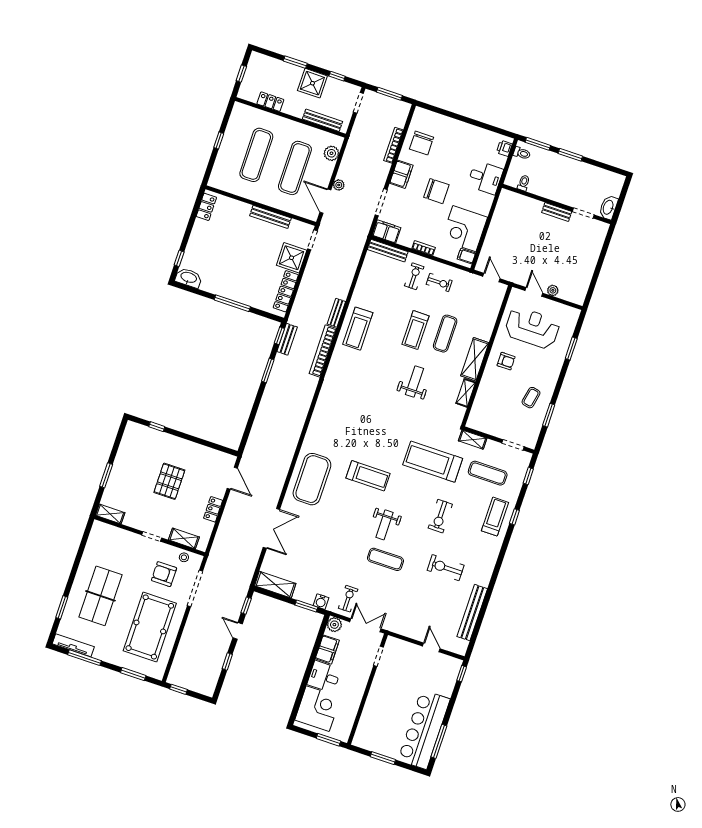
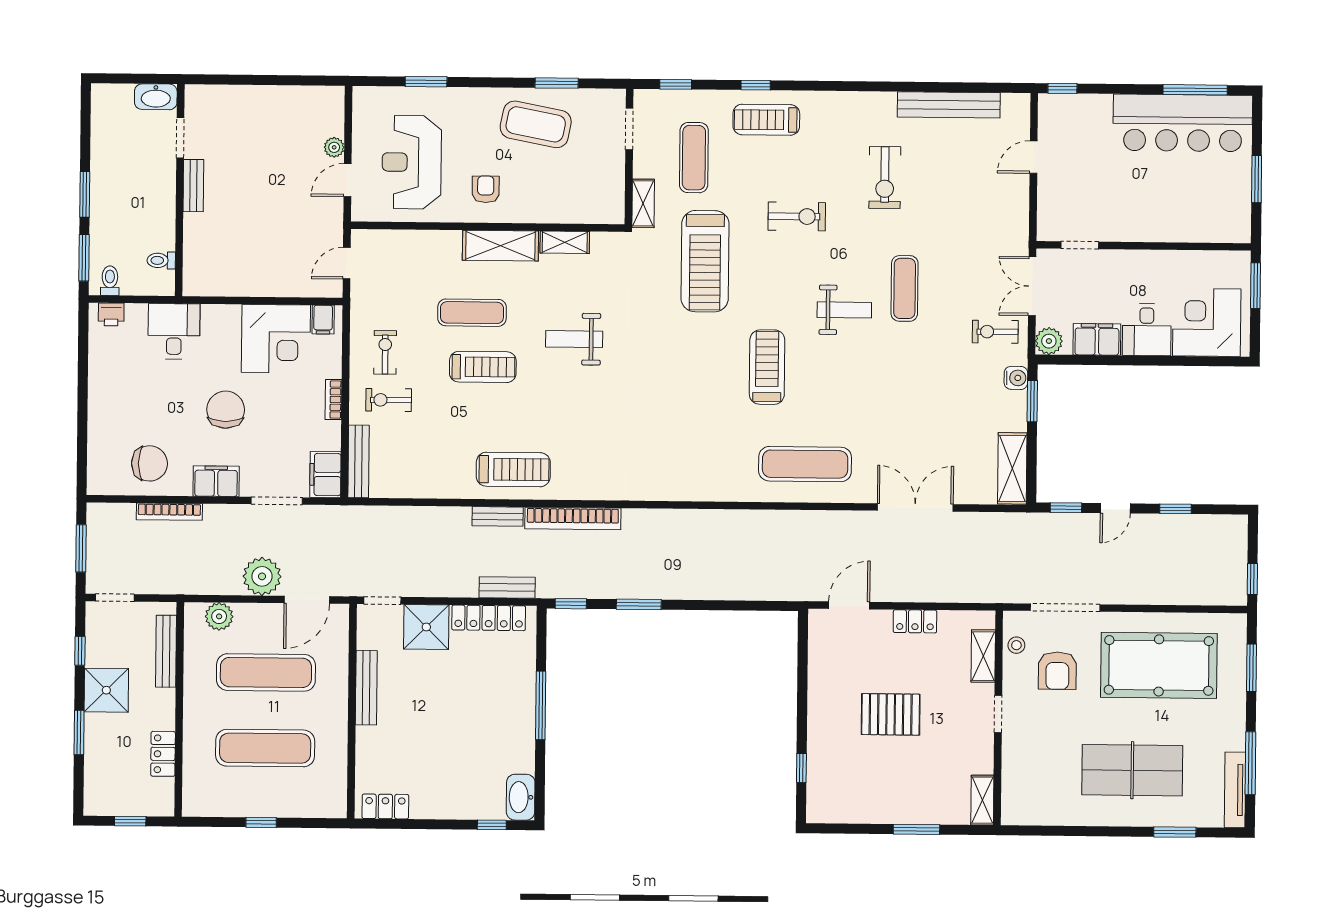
plant: (339, 185) -> (262, 576), width x1.87, depth x1.87
bench: (287, 339) -> (507, 587), moved
coffee table: (531, 398) -> (536, 124), width x1.86, depth x1.72
exercise mat: (312, 479) -> (805, 464), width x0.68

